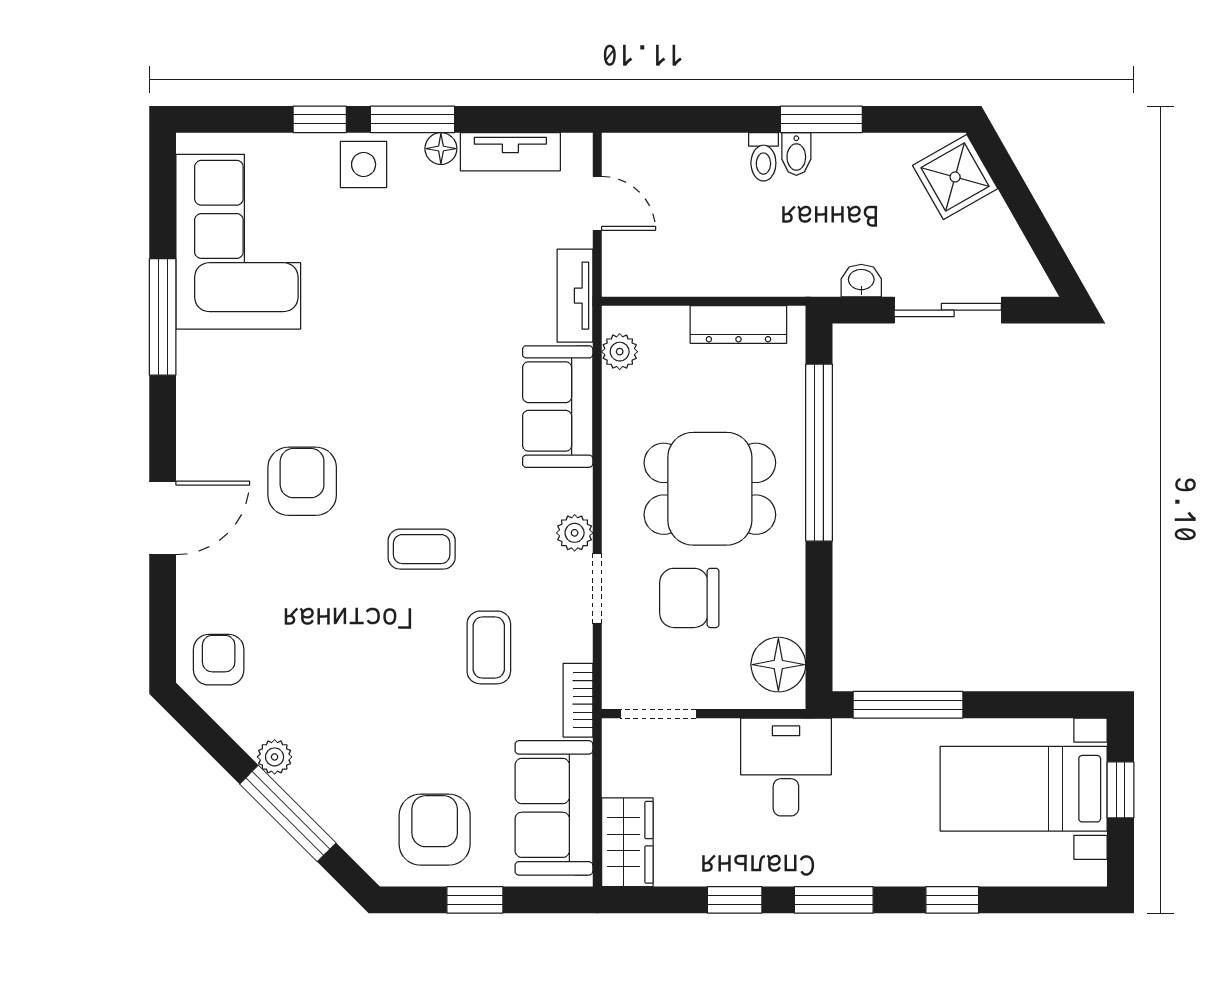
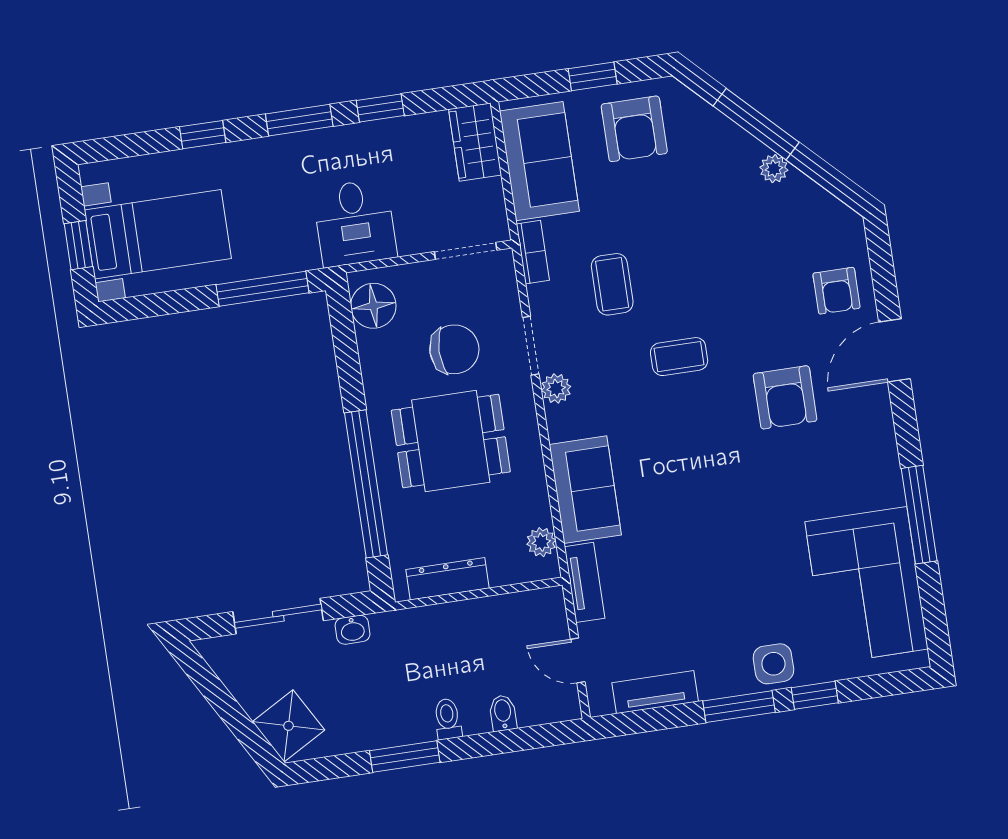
floor lamp: (441, 149) -> (712, 686), removed
bidet: (796, 154) -> (503, 713), moved
armchair: (219, 660) -> (836, 291), moved

